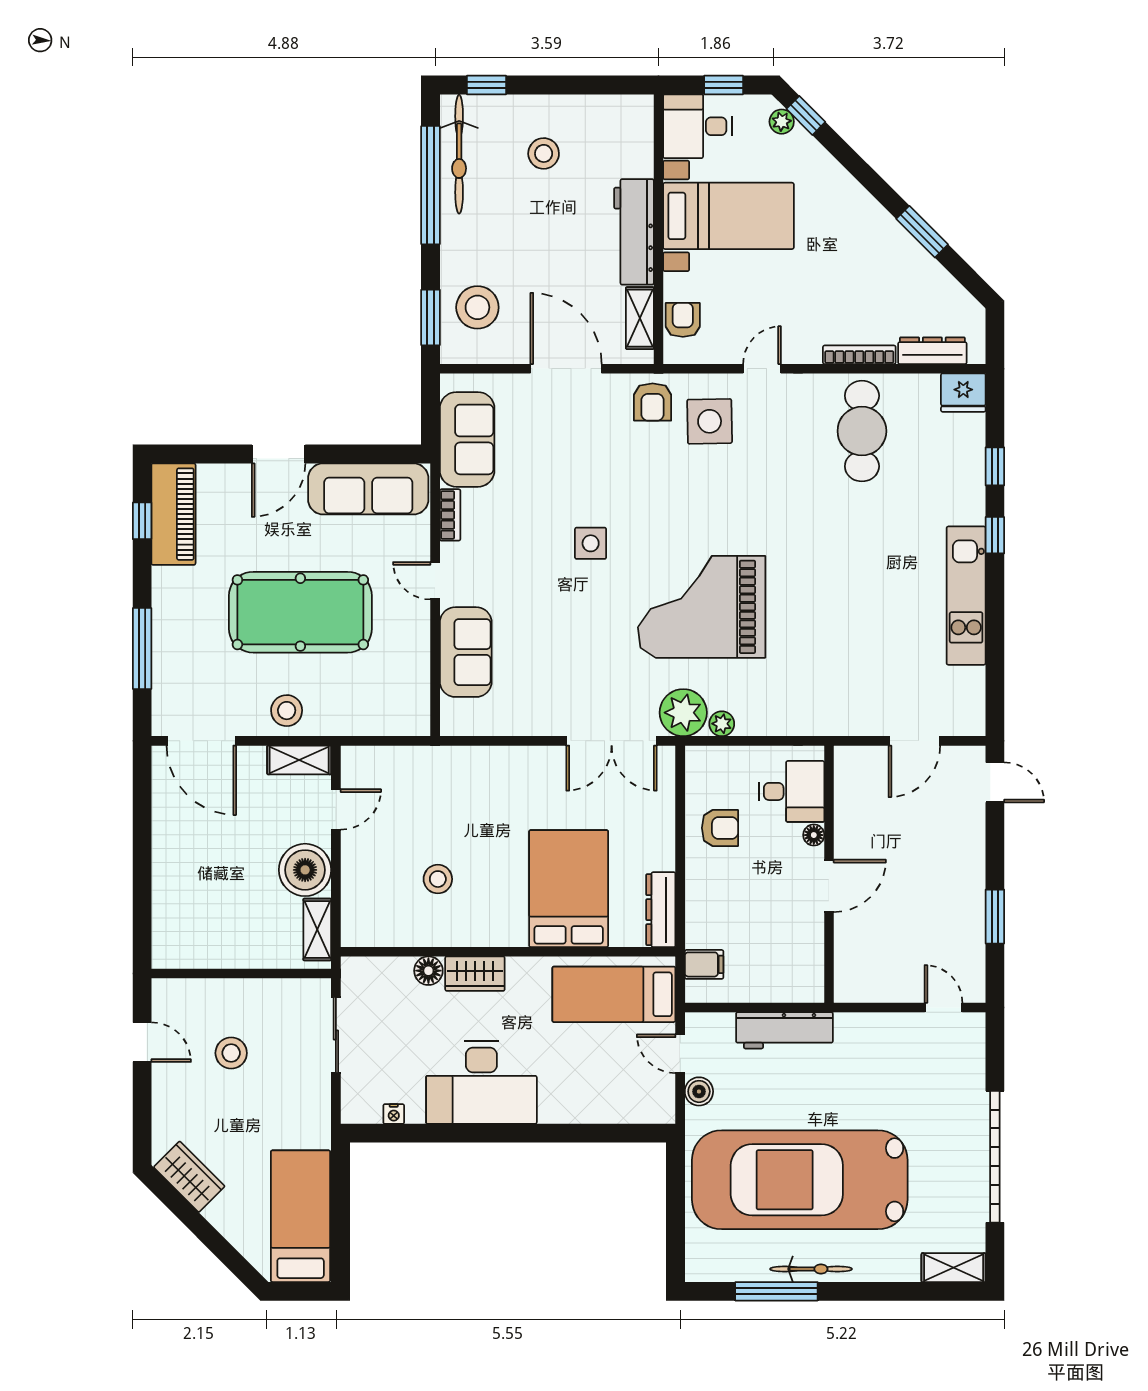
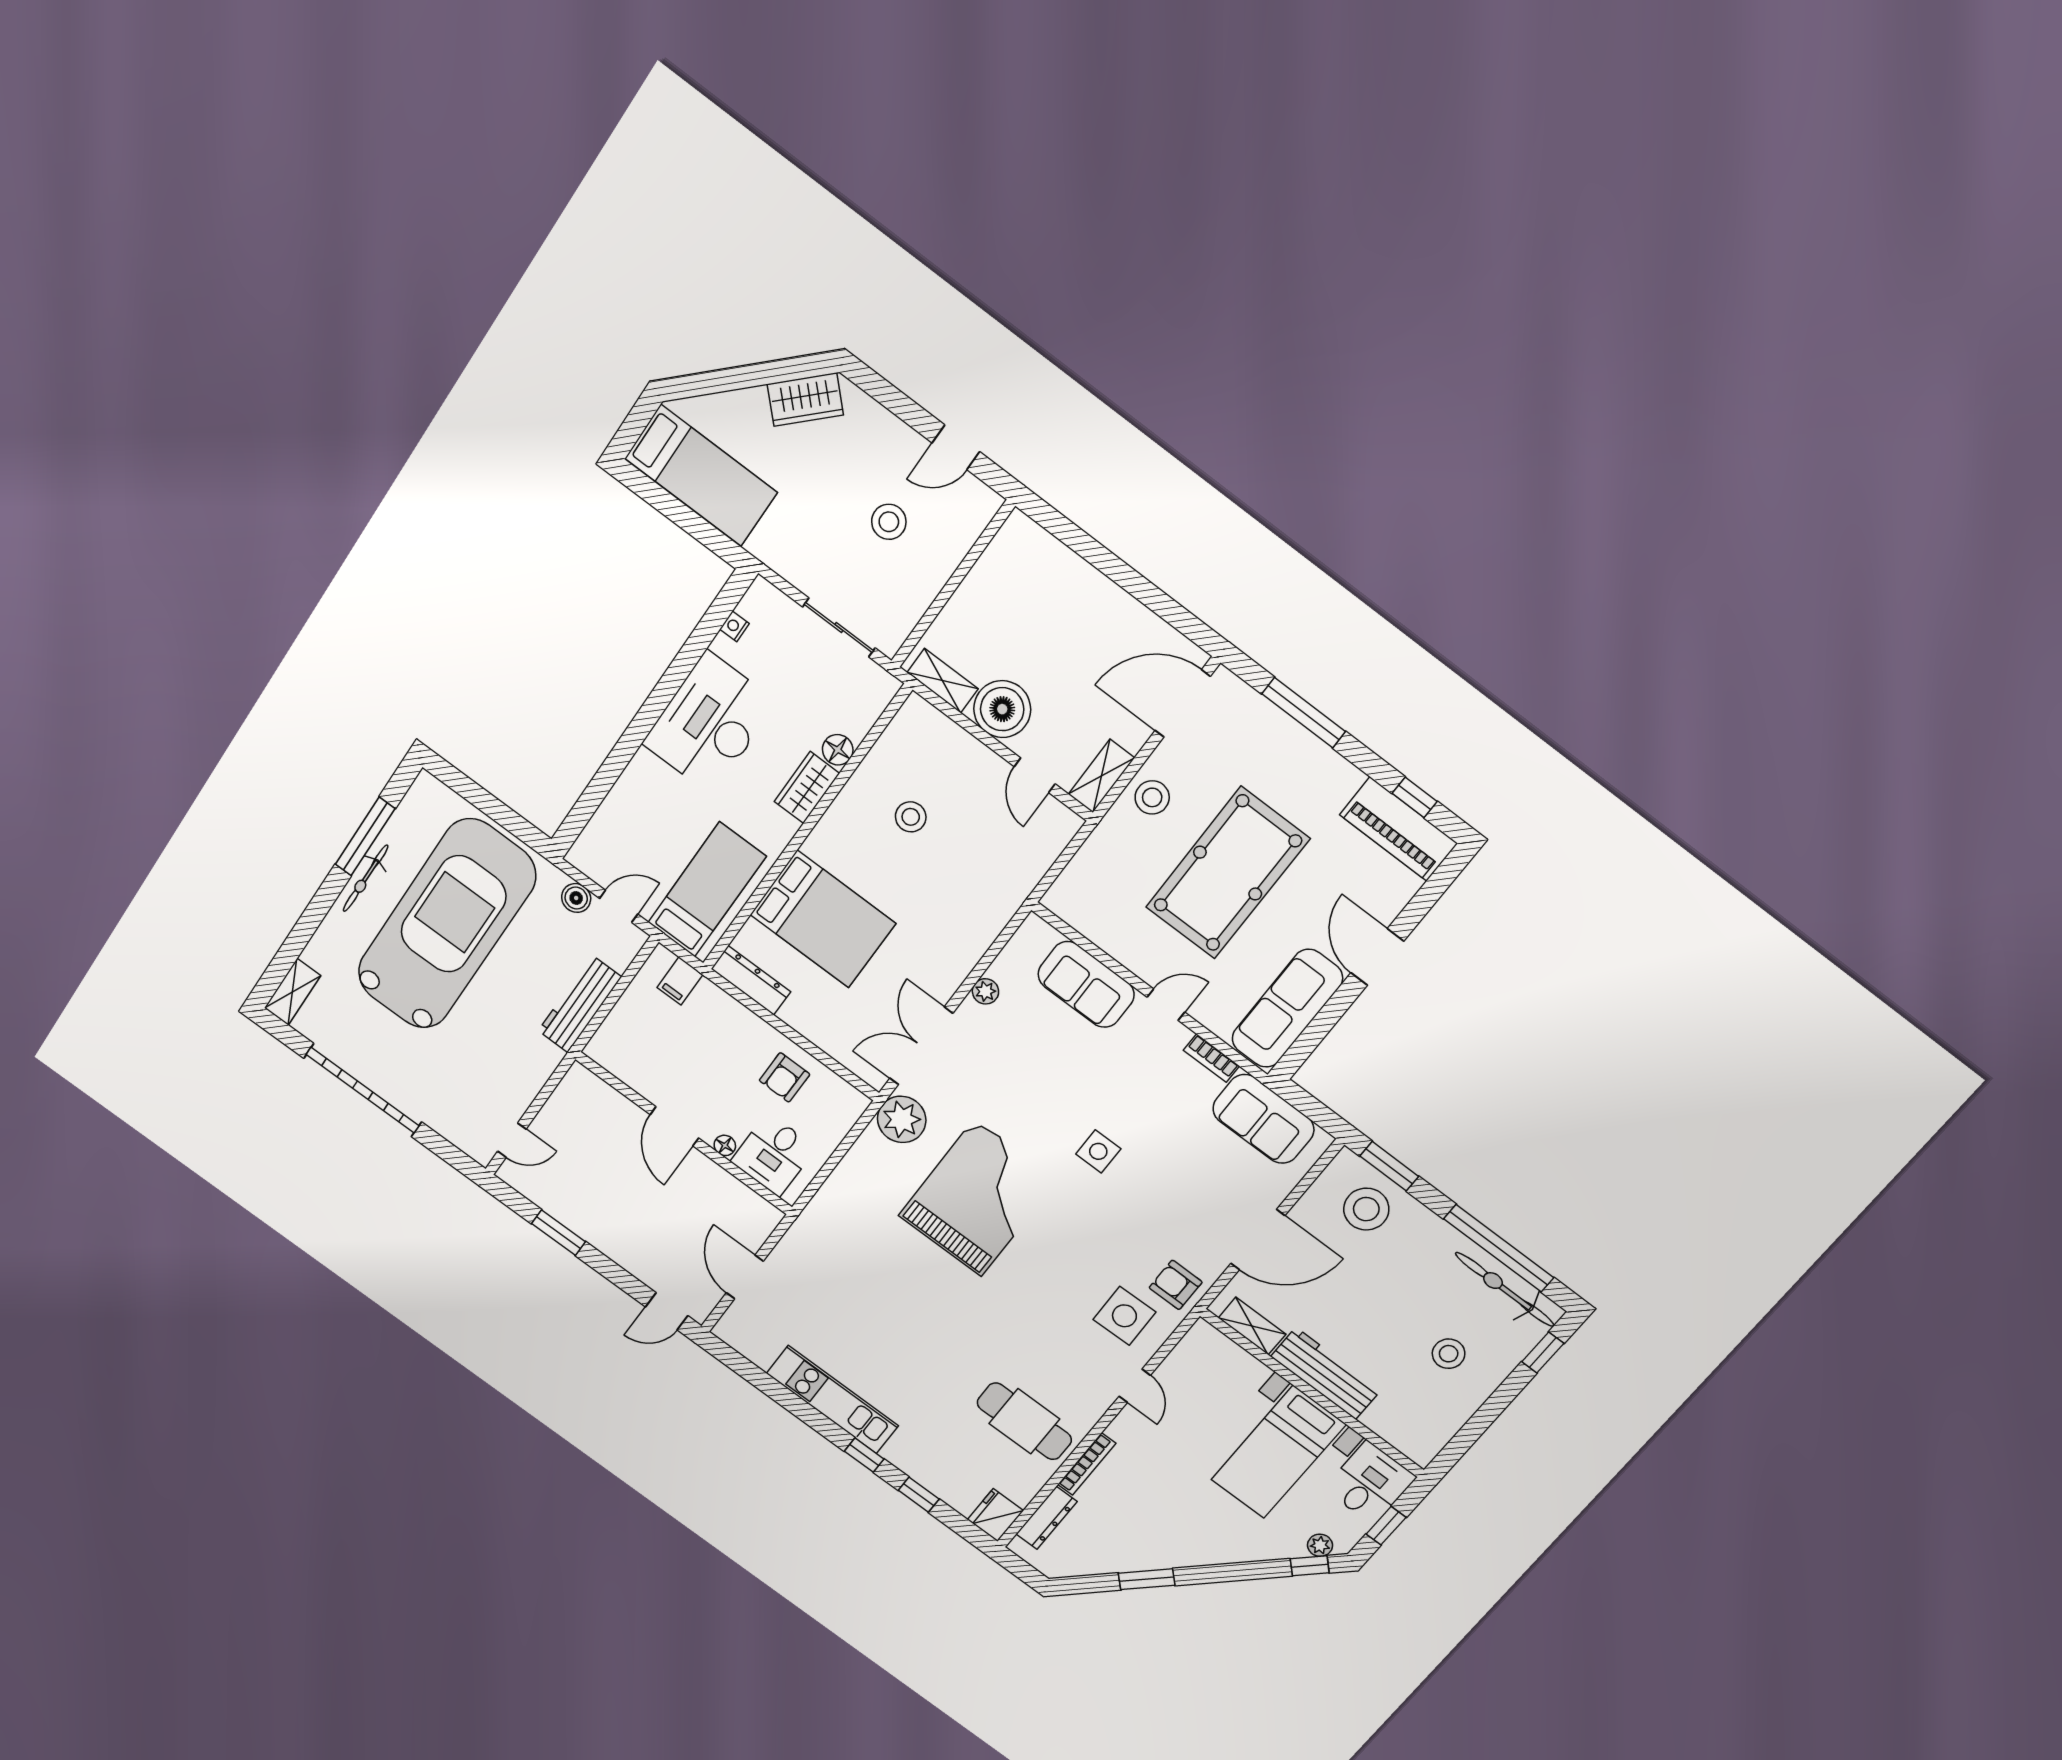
armchair: (683, 320) -> (1223, 1357), removed
plant: (722, 724) -> (985, 991), moved

